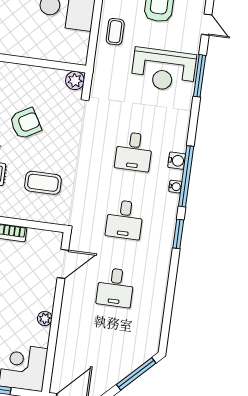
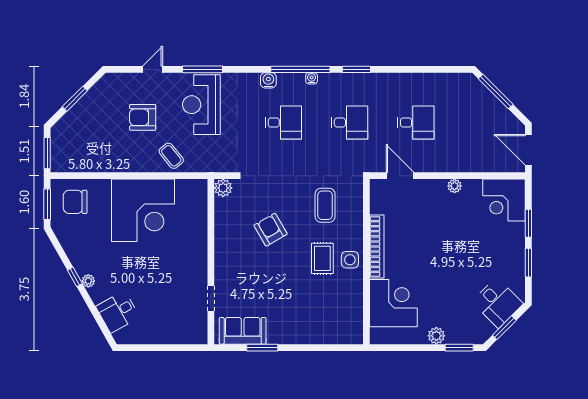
coffee table: (115, 32) -> (171, 156), turned 51
reception desk: (164, 70) -> (201, 105), turned 180
water cooler: (177, 161) -> (268, 80), moved

